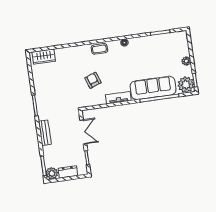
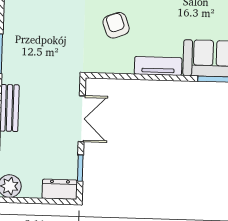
dresser: (68, 172) -> (60, 189), moved

